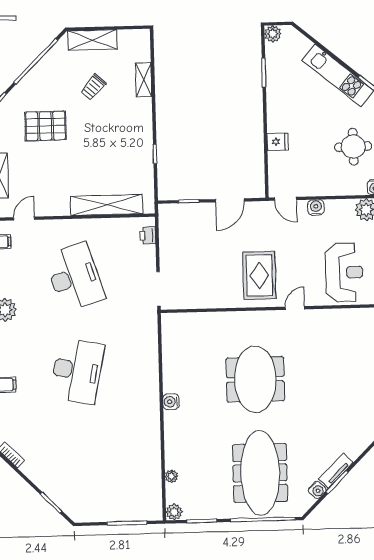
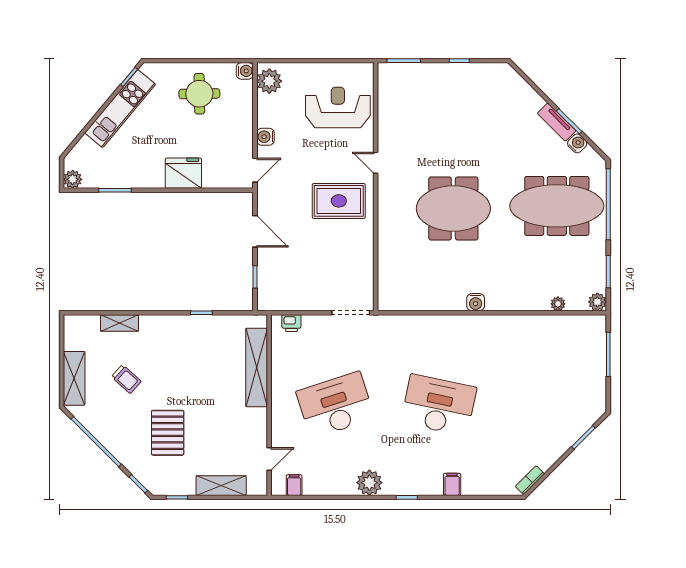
fridge: (278, 142) -> (183, 173), width x1.88, depth x1.34
door: (24, 219) -> (269, 459), swing flipped

